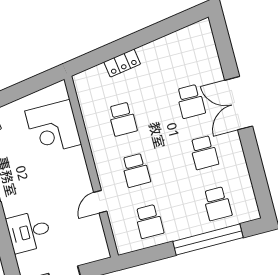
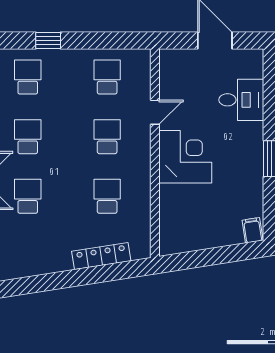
locker: (122, 63) -> (101, 256), width x1.53
corner desk: (53, 128) -> (185, 157), moved
window: (208, 240) -> (48, 40), width x0.32

